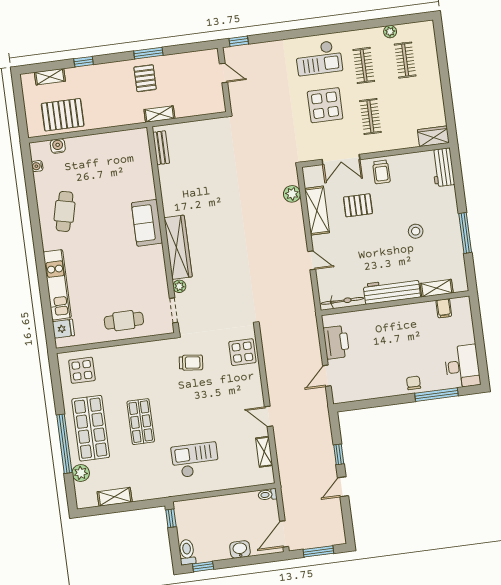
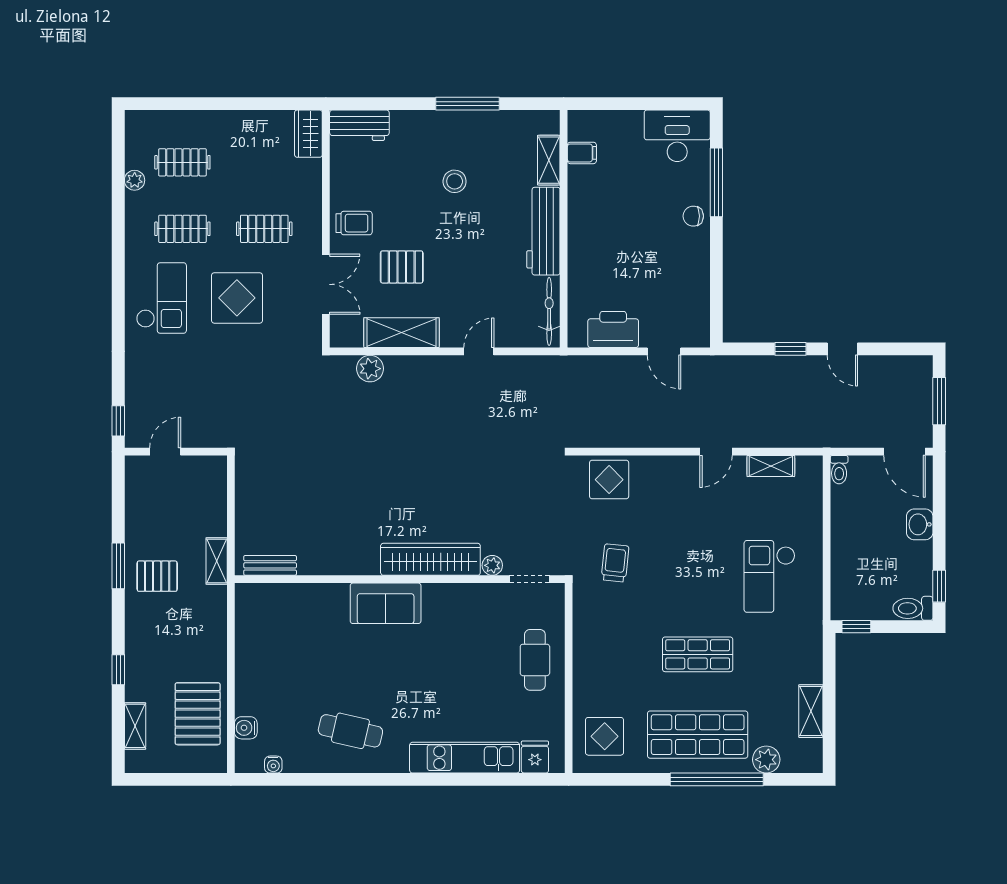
pallet: (358, 205) -> (402, 267), turned 90

